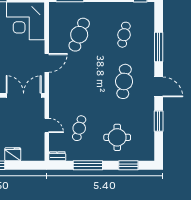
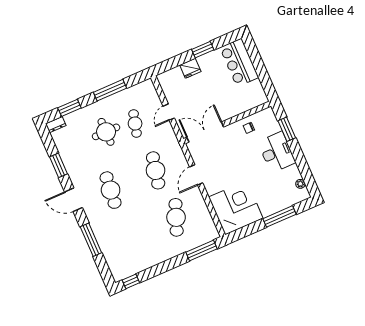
cafe table: (124, 35) -> (156, 170), moved, width x1.37, depth x1.35
double door: (24, 95) -> (205, 132), swing flipped
door: (47, 125) -> (169, 112), hinge flipped
round table: (117, 137) -> (106, 132), moved
dresser: (57, 156) -> (56, 125), moved

